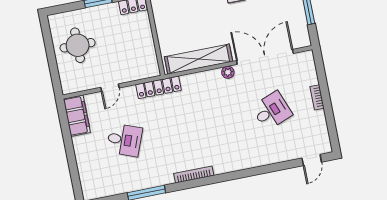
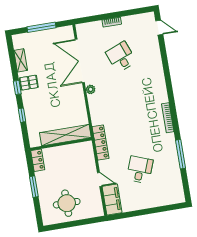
shelving: (198, 59) -> (65, 135), moved, turned 90
filing cabinet: (77, 116) -> (112, 199), moved, turned 90

